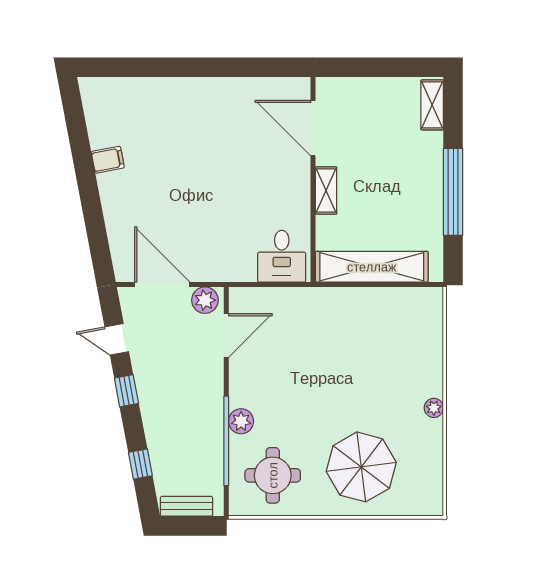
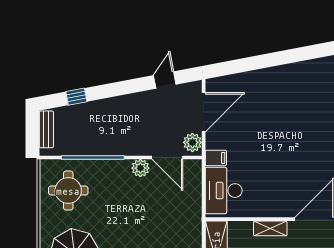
filing cabinet: (108, 160) -> (216, 158), moved, turned -79
desk: (282, 256) -> (224, 191), width x1.37
window: (126, 391) -> (128, 87), removed
plant: (241, 421) -> (140, 168), moved

